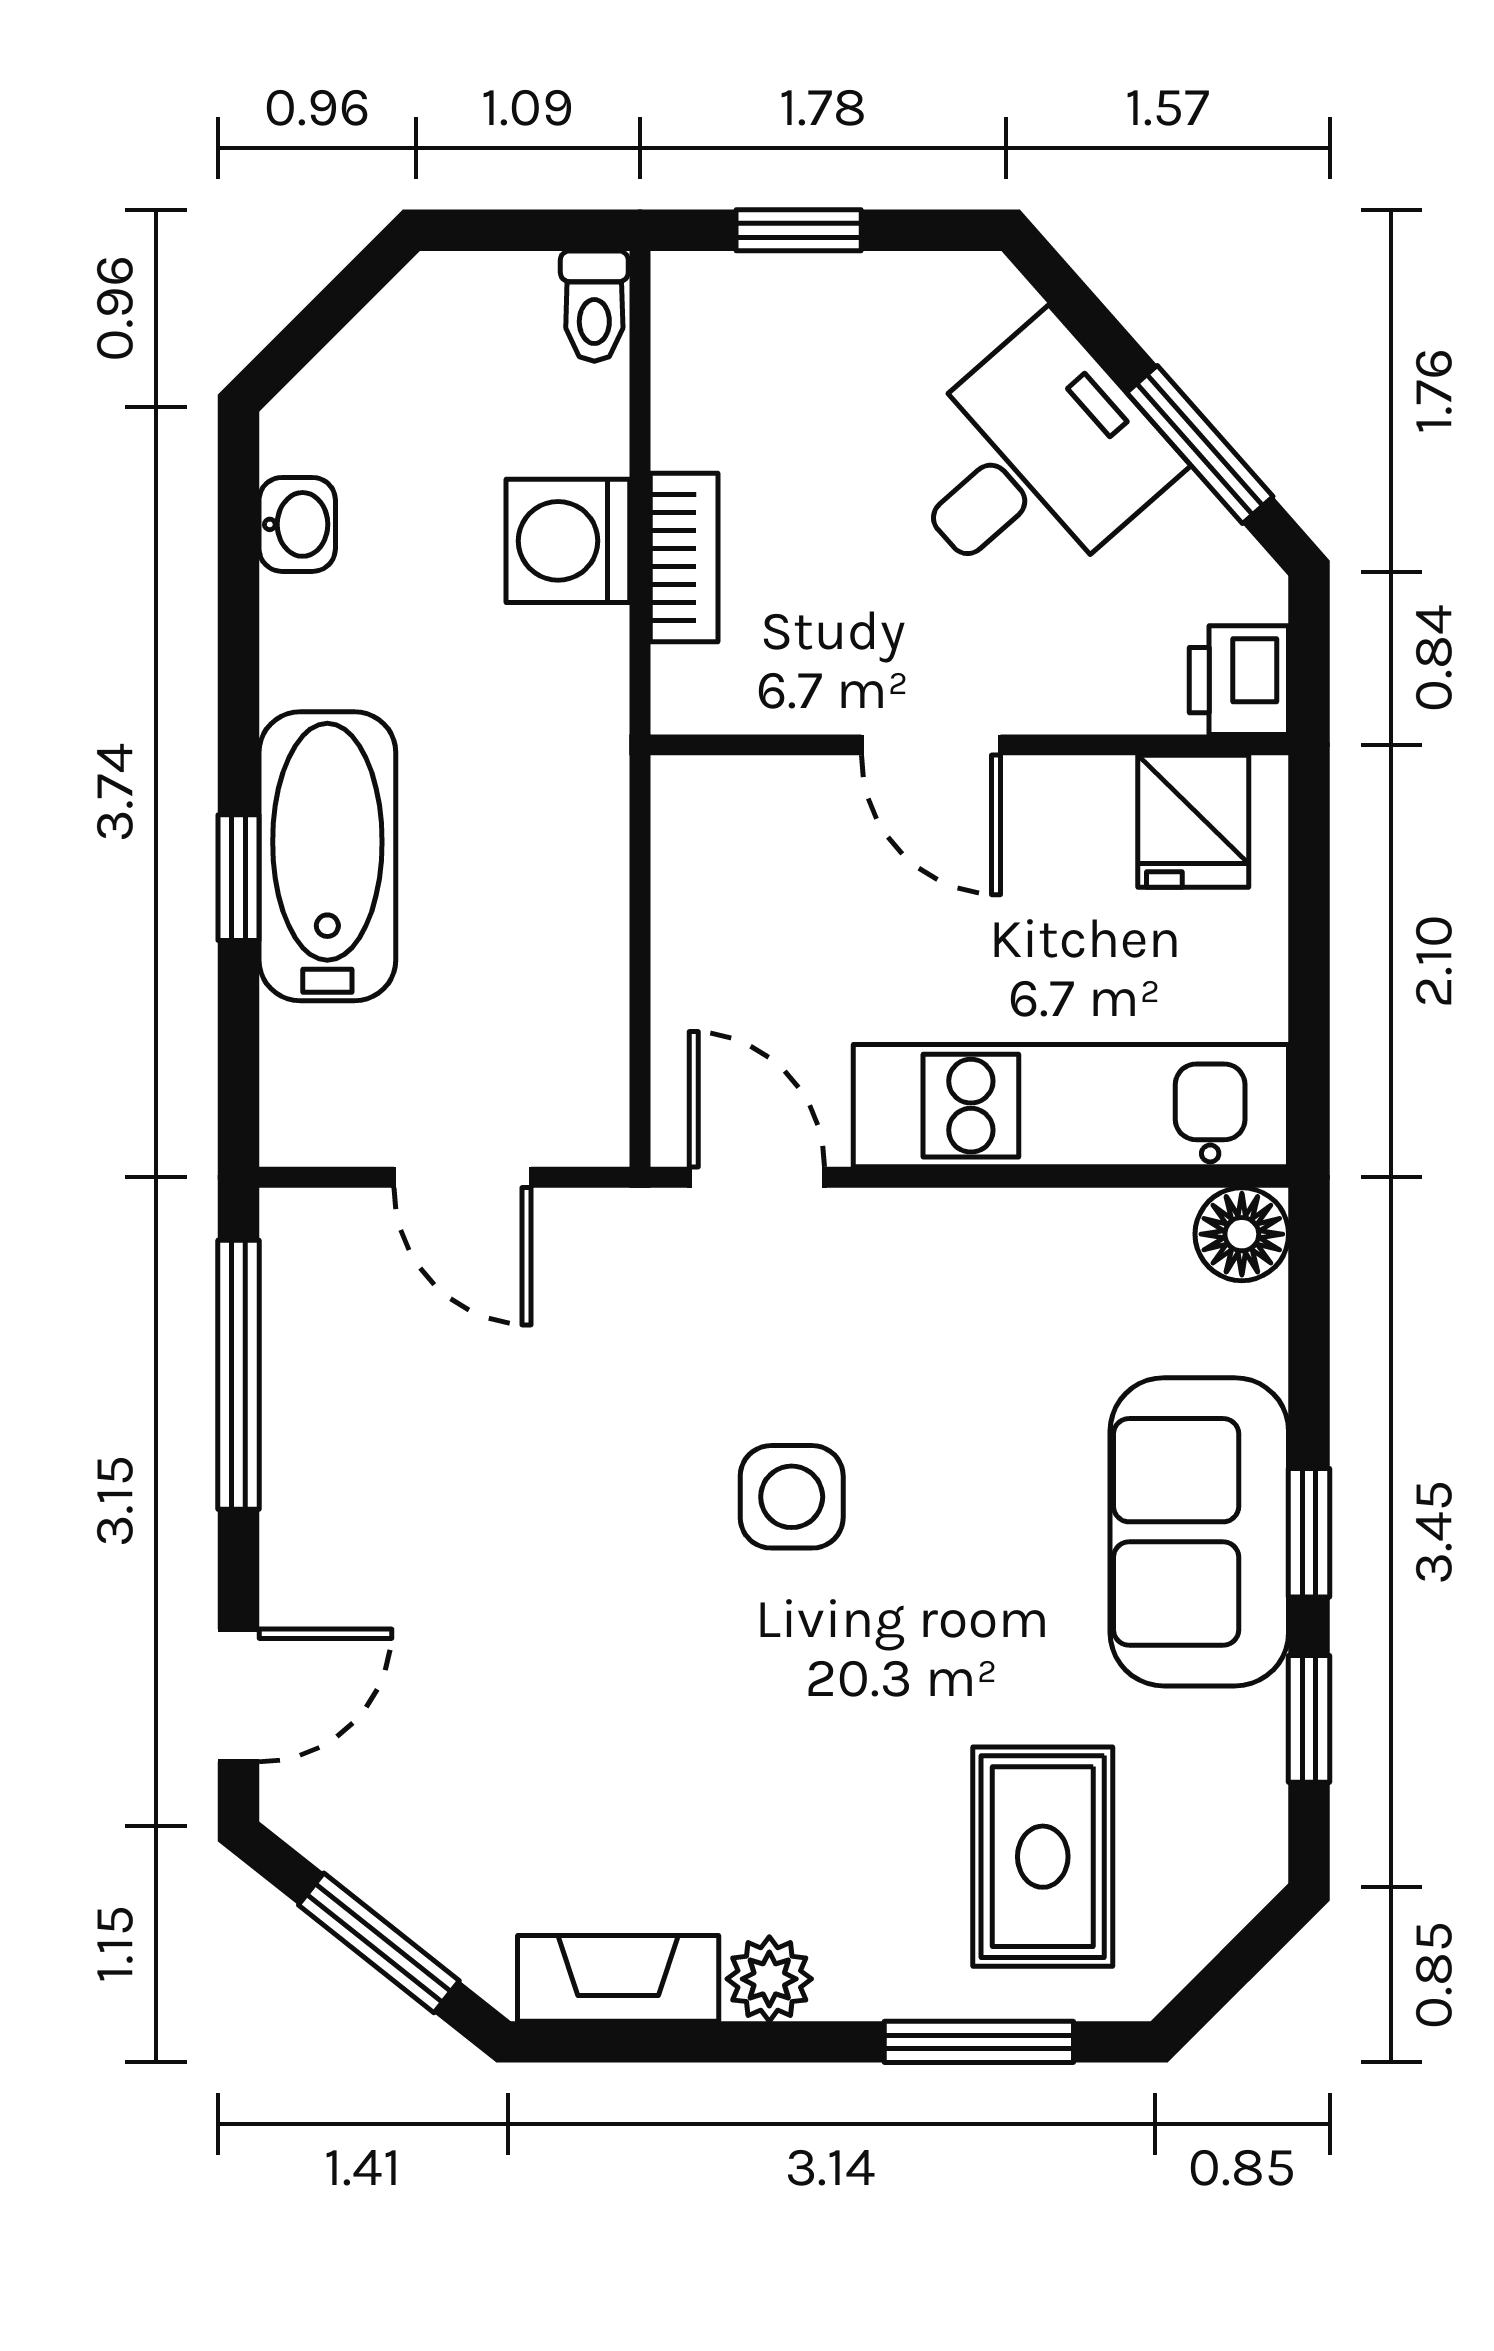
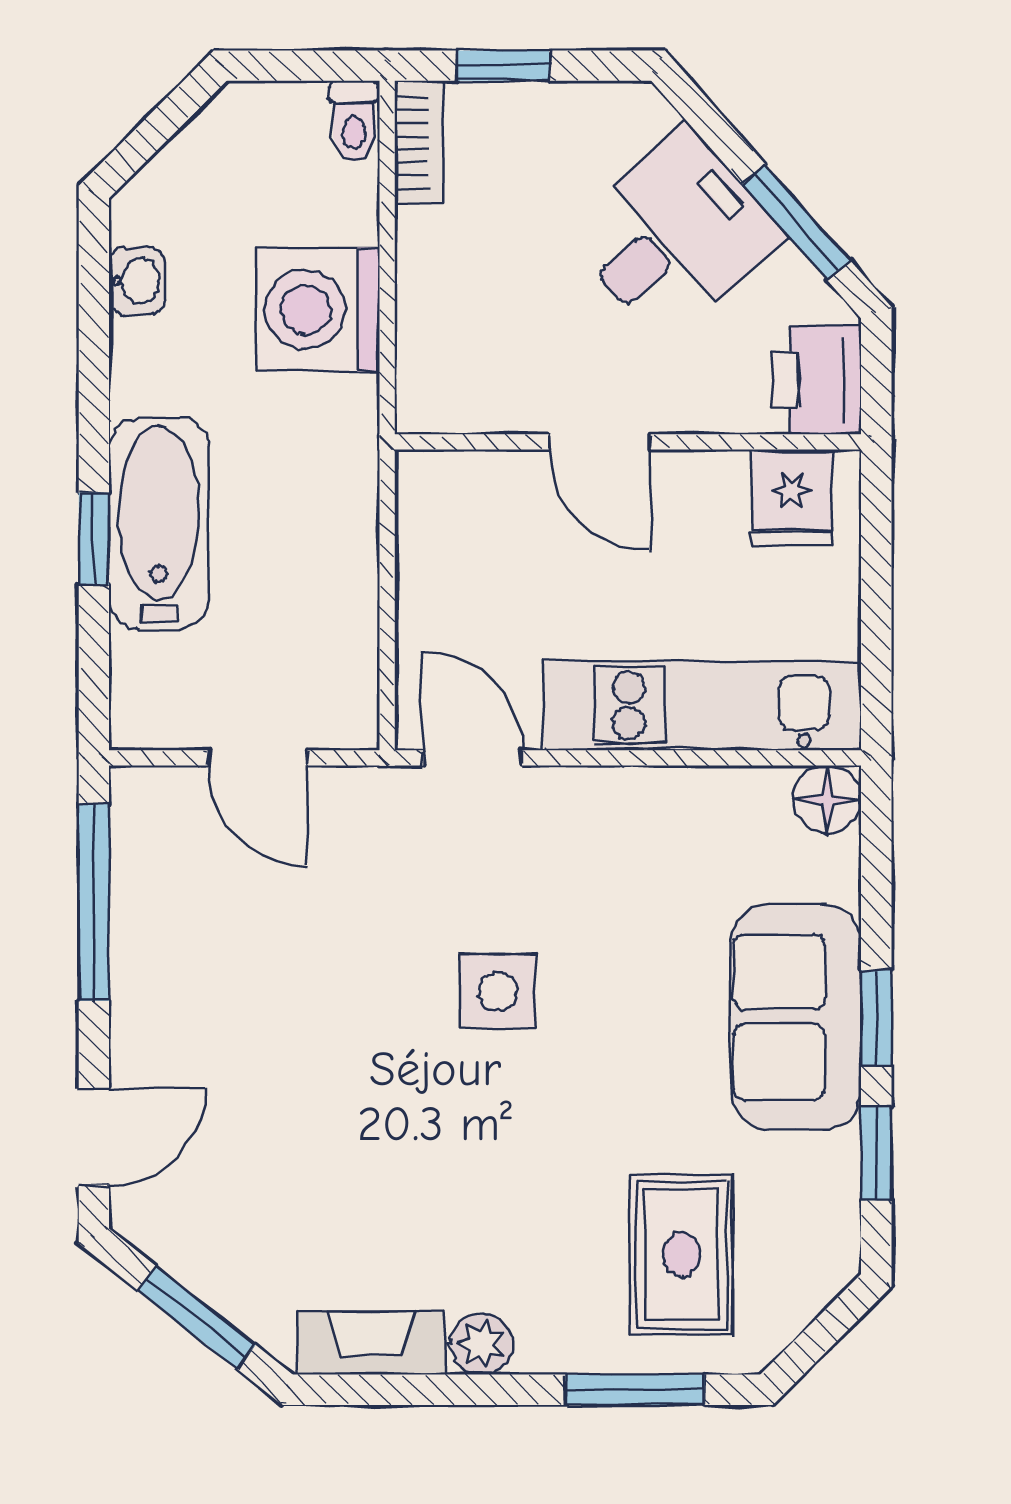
washing machine: (568, 541) -> (318, 309), width x1.37, depth x1.37
bookcase: (684, 558) -> (419, 142), moved
printer: (1239, 680) -> (816, 380), width x1.36, depth x1.24

